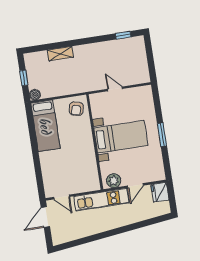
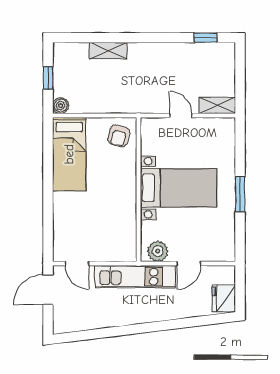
shelving: (138, 79) -> (217, 105), added
fridge: (160, 192) -> (224, 298), moved

